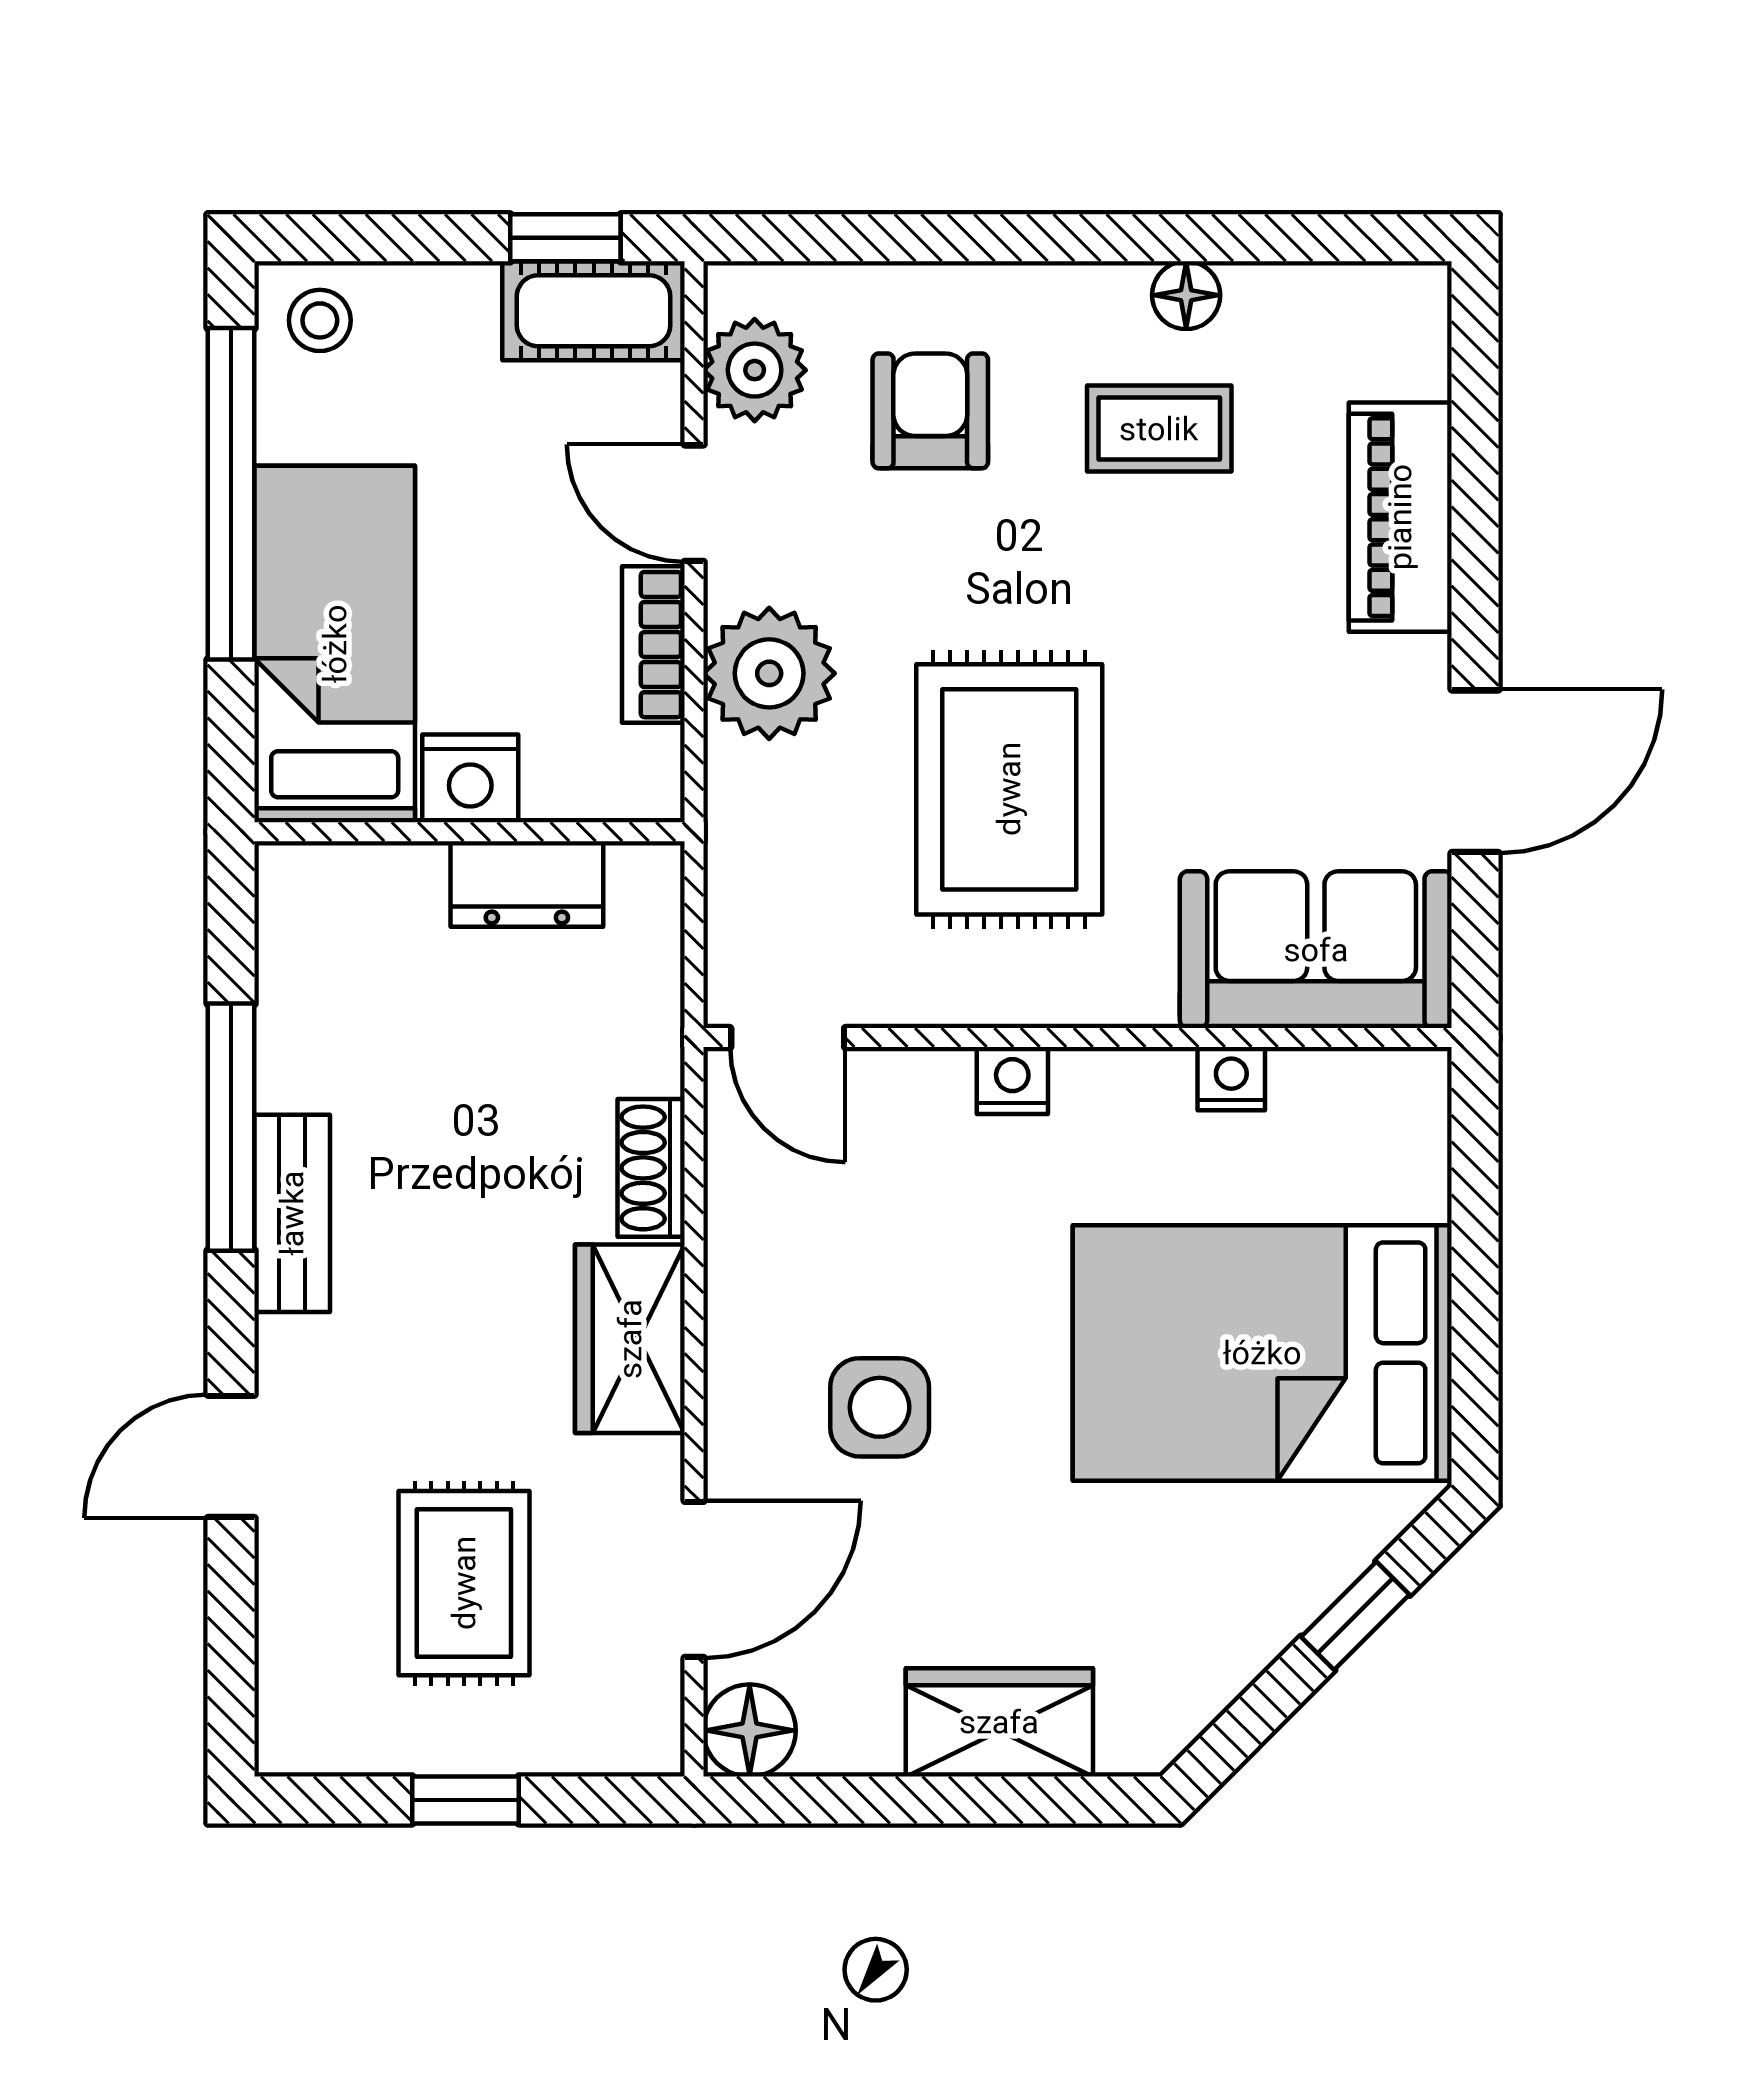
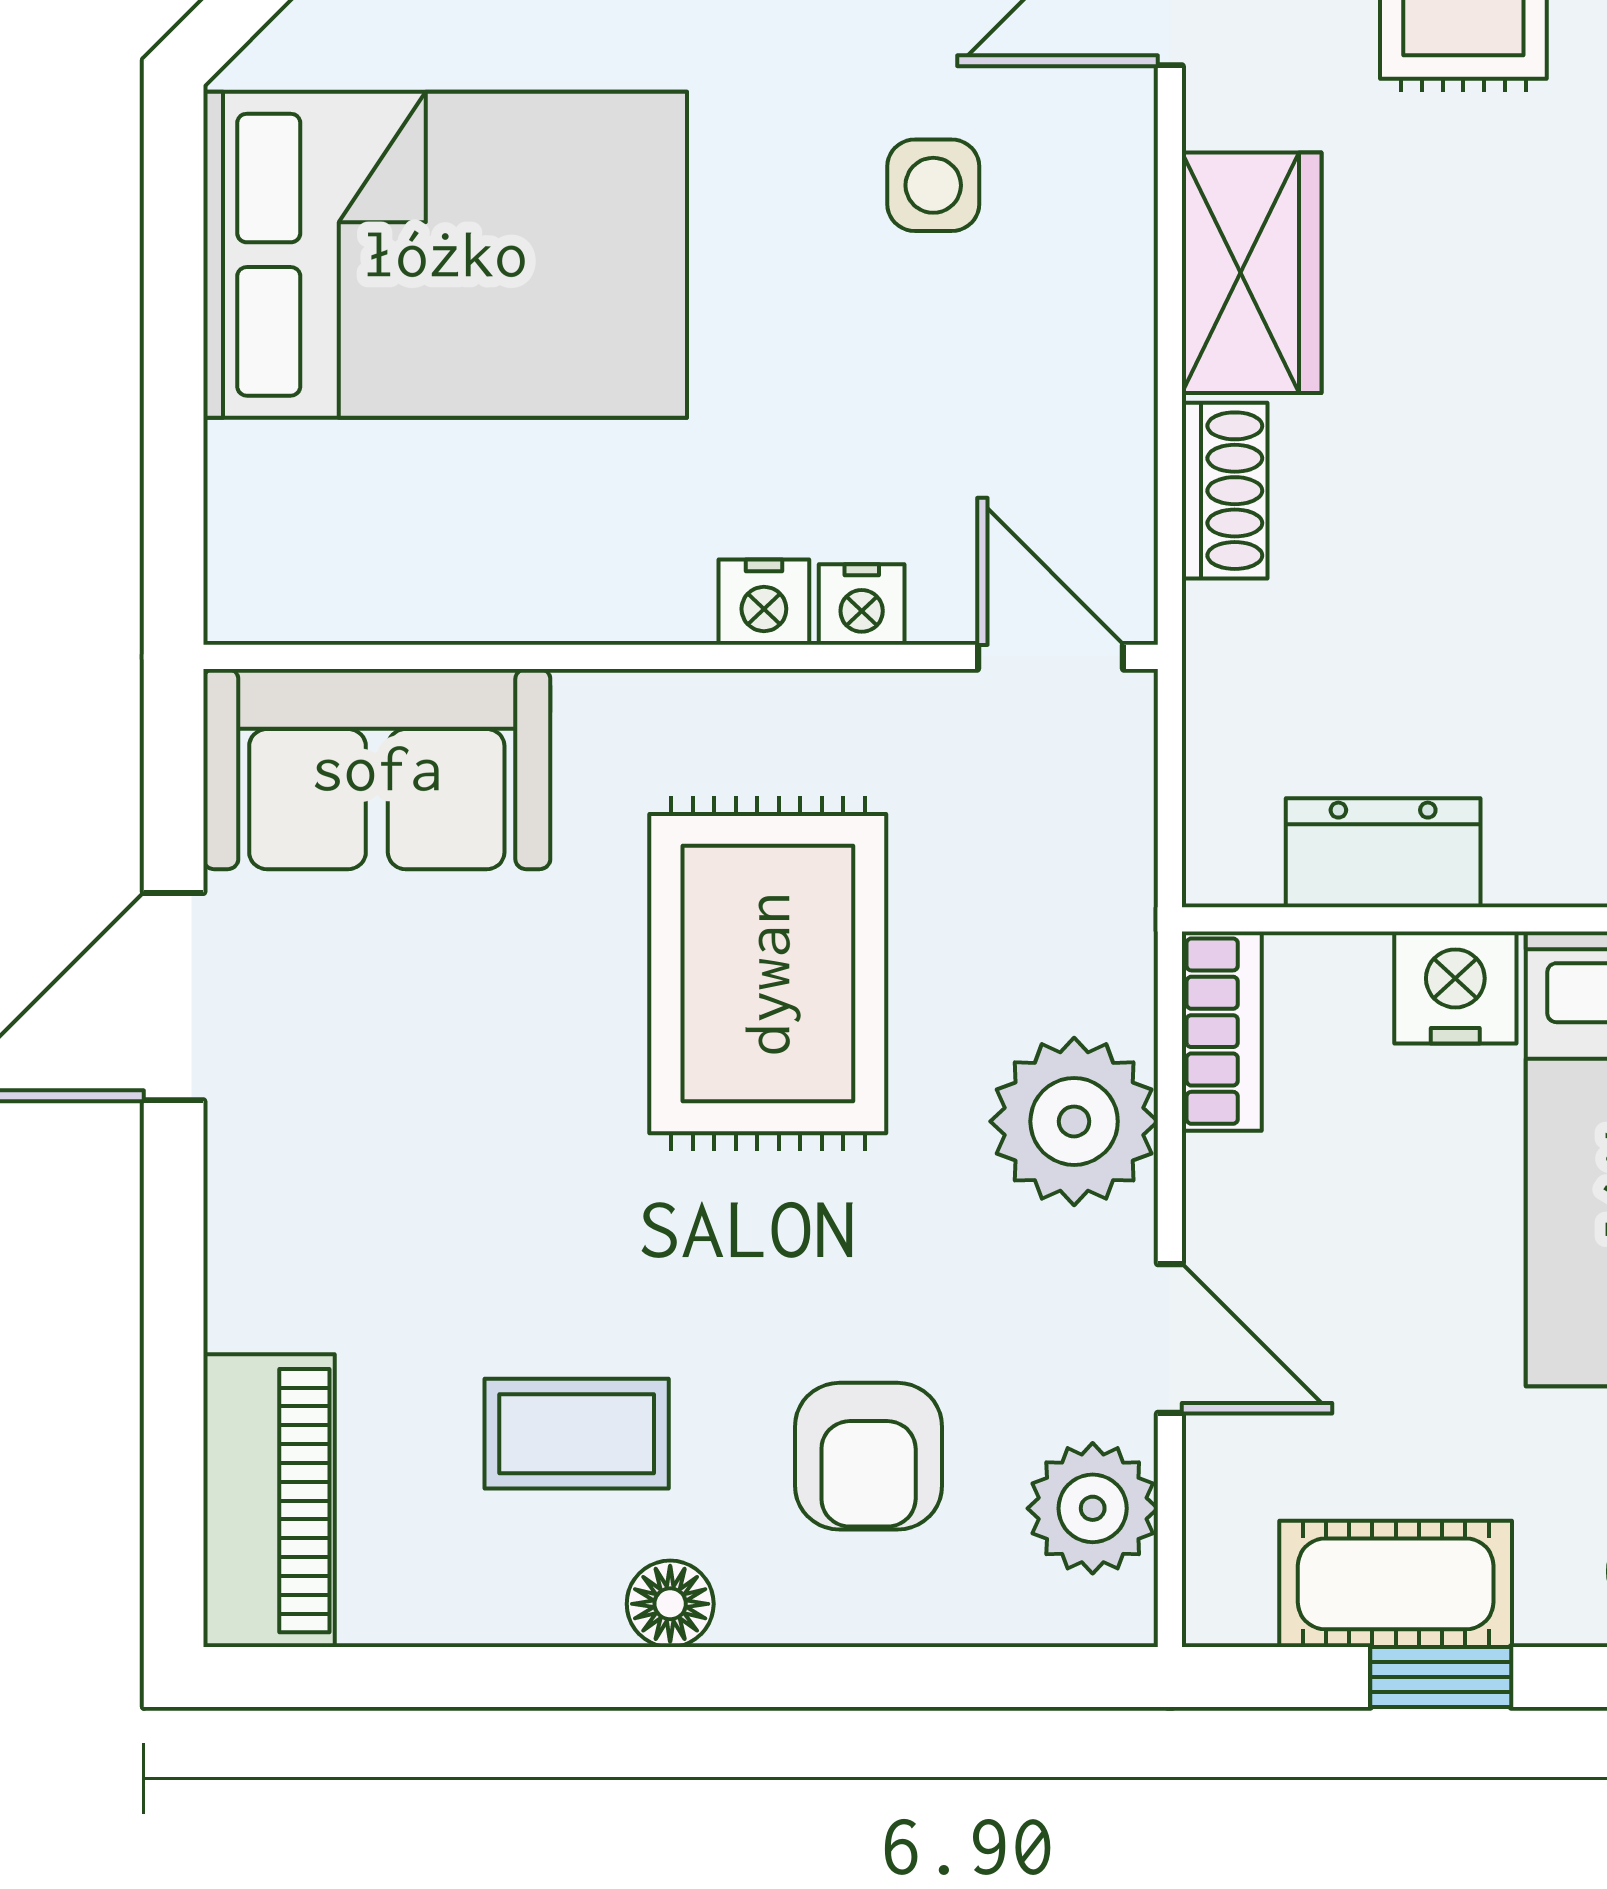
window: (565, 238) -> (1441, 1677), moved
floor lamp: (1186, 295) -> (670, 1604), moved
cot: (594, 311) -> (1396, 1584), moved
piano: (1400, 517) -> (269, 1501), moved
bookcase: (653, 645) -> (1222, 1031), moved
nightstand: (1231, 1079) -> (862, 604), moved
side table: (880, 1407) -> (933, 185), width x0.73, depth x0.73

